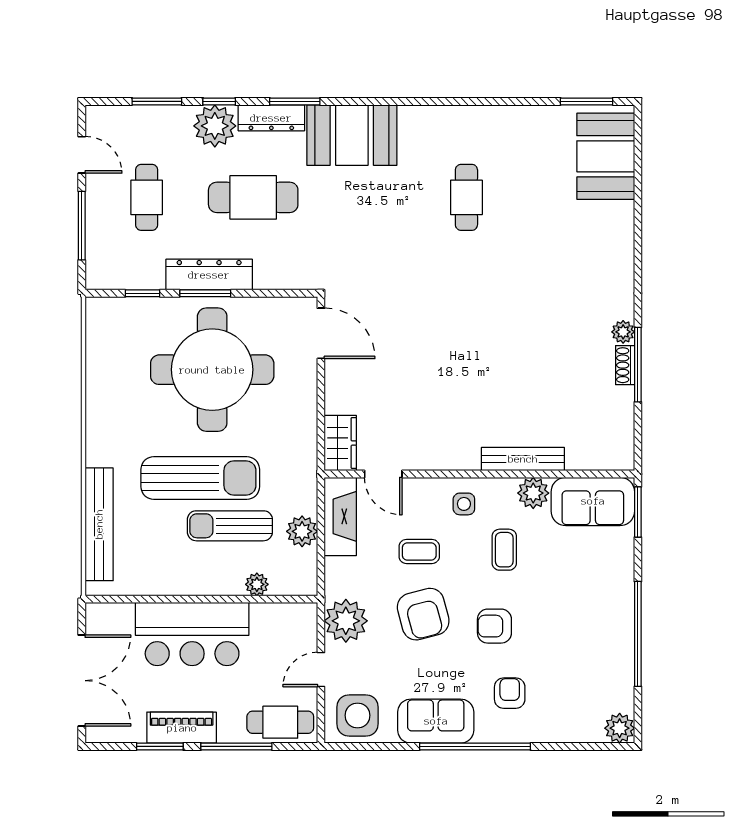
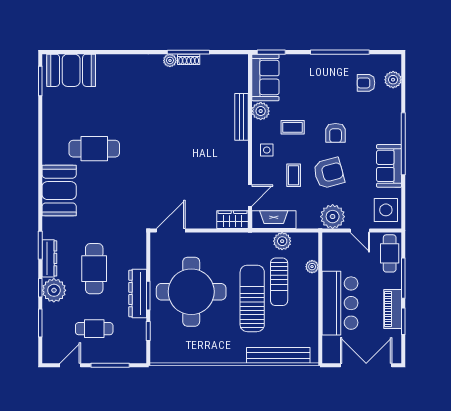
booth: (352, 135) -> (59, 191), moved
cafe table: (466, 197) -> (94, 149), width x1.37, depth x1.35
armchair: (510, 693) -> (366, 83), moved
plant: (620, 728) -> (393, 80), moved

